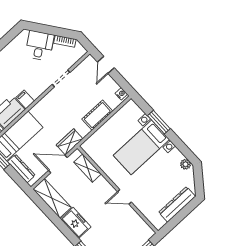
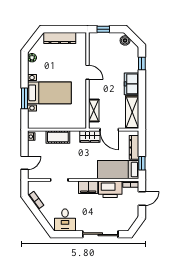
desk: (39, 46) -> (65, 220), moved, turned -54
filing cabinet: (25, 99) -> (88, 187), width x2.00

